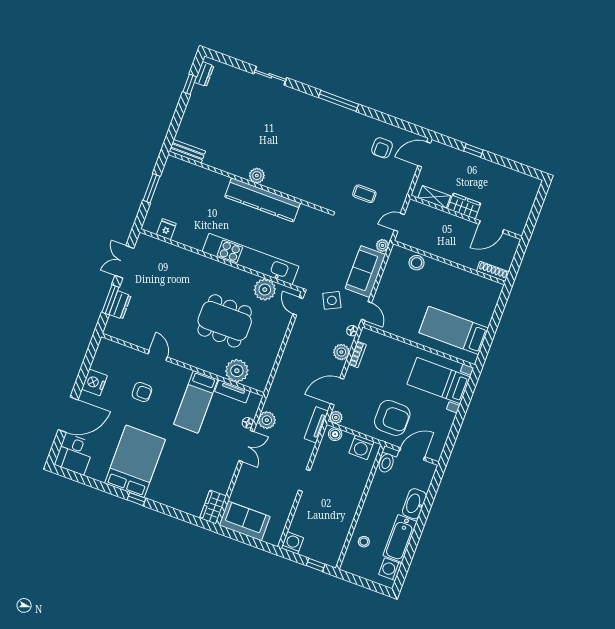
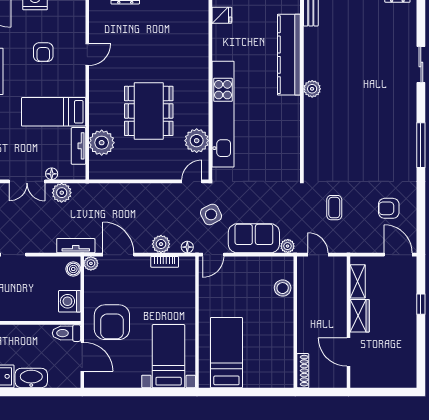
kitchen counter: (262, 200) -> (289, 55), moved

